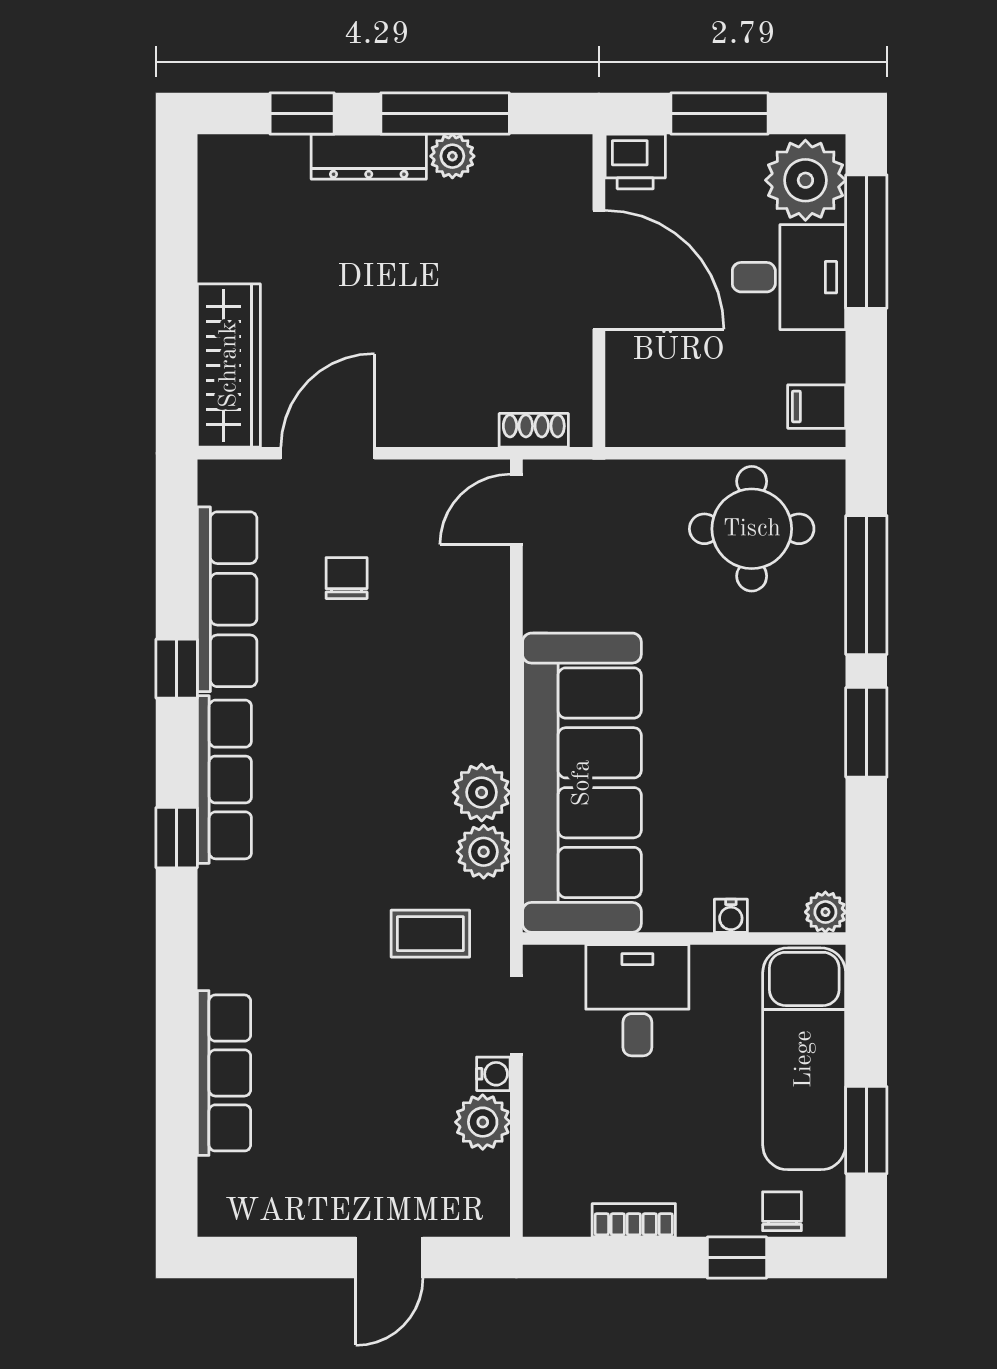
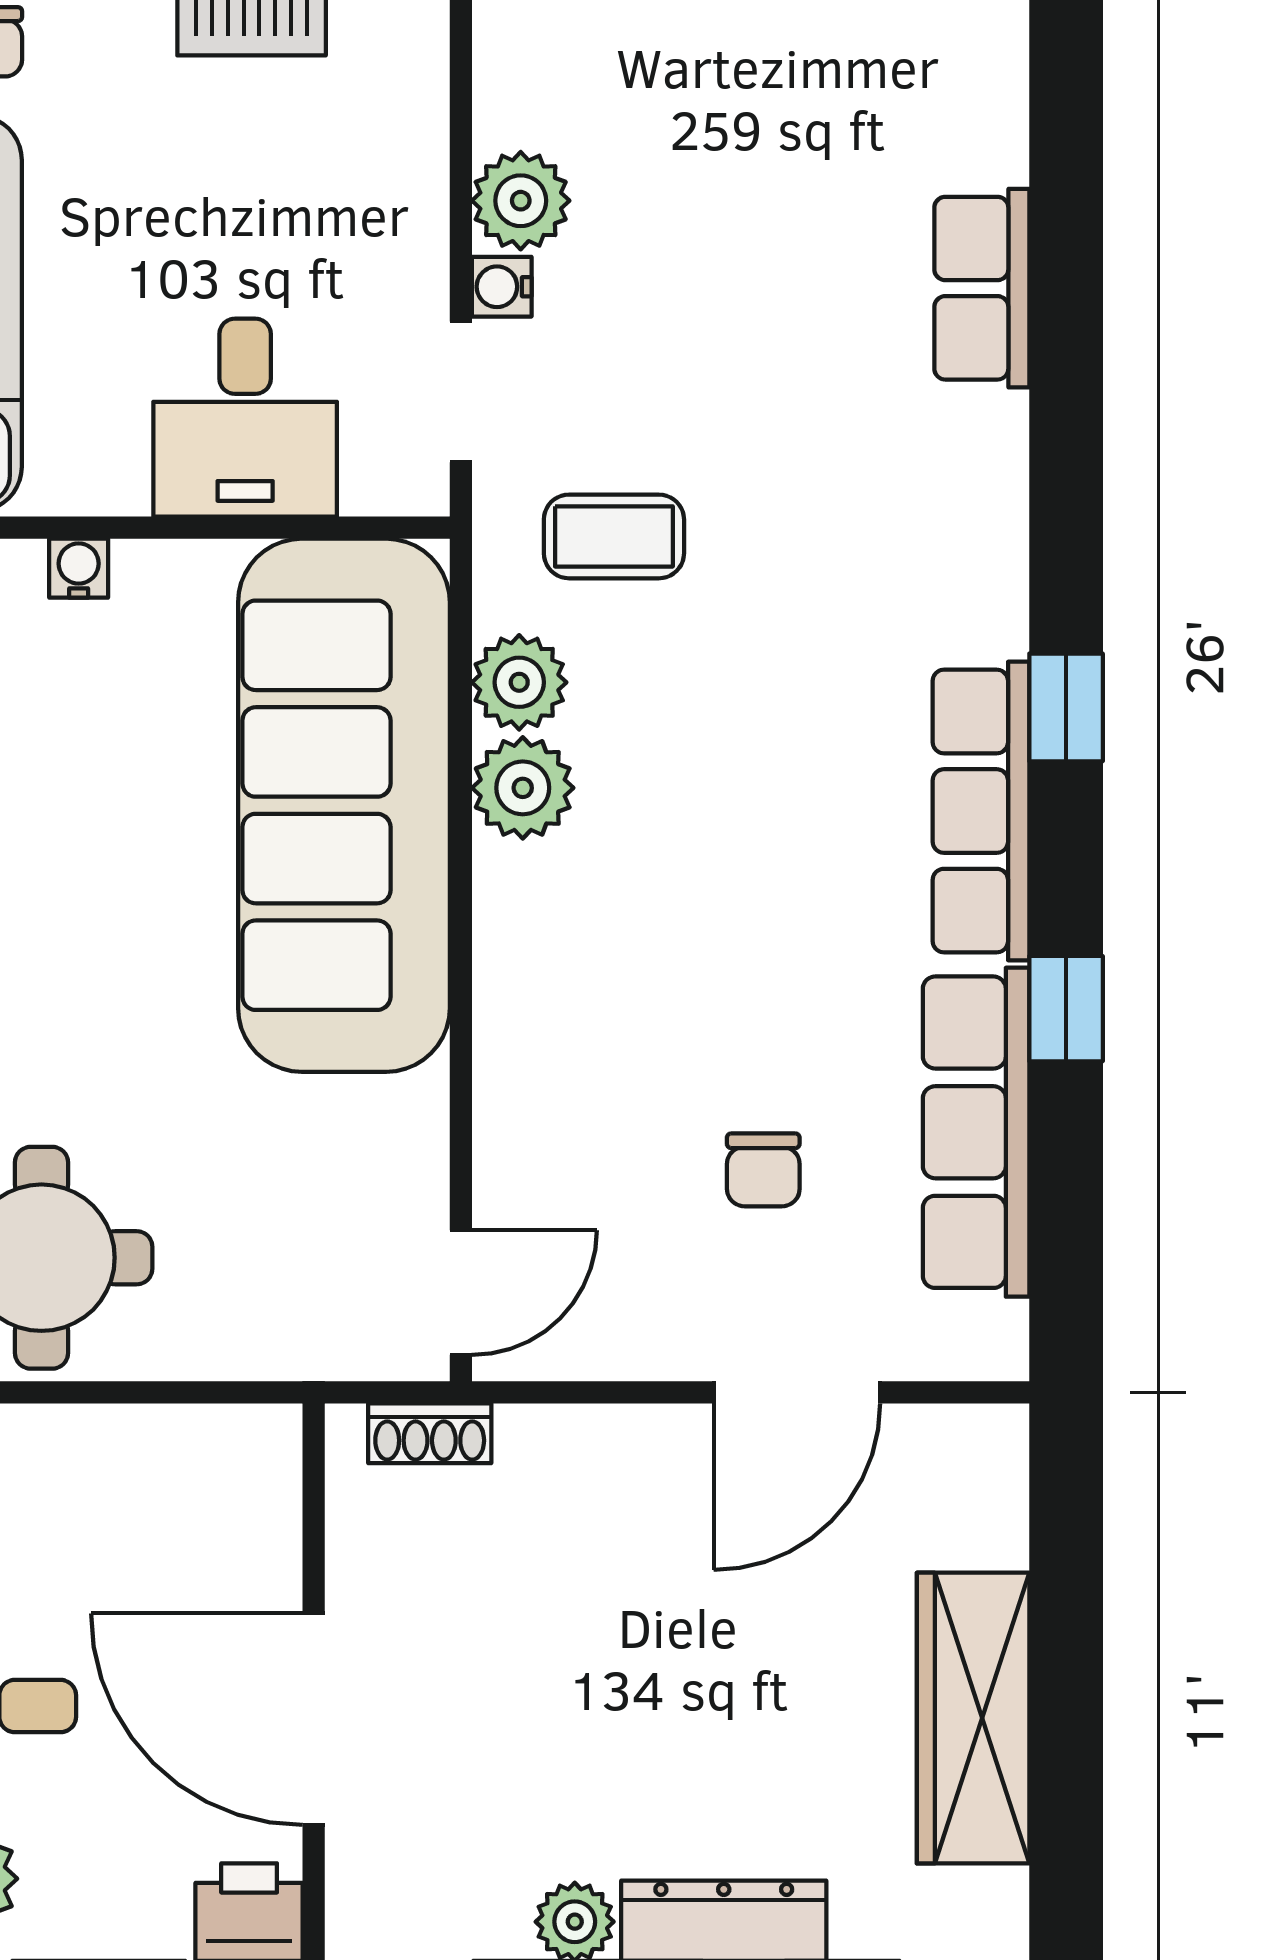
wardrobe: (229, 365) -> (973, 1718), moved
row of seats: (224, 1073) -> (982, 288), width x0.68

